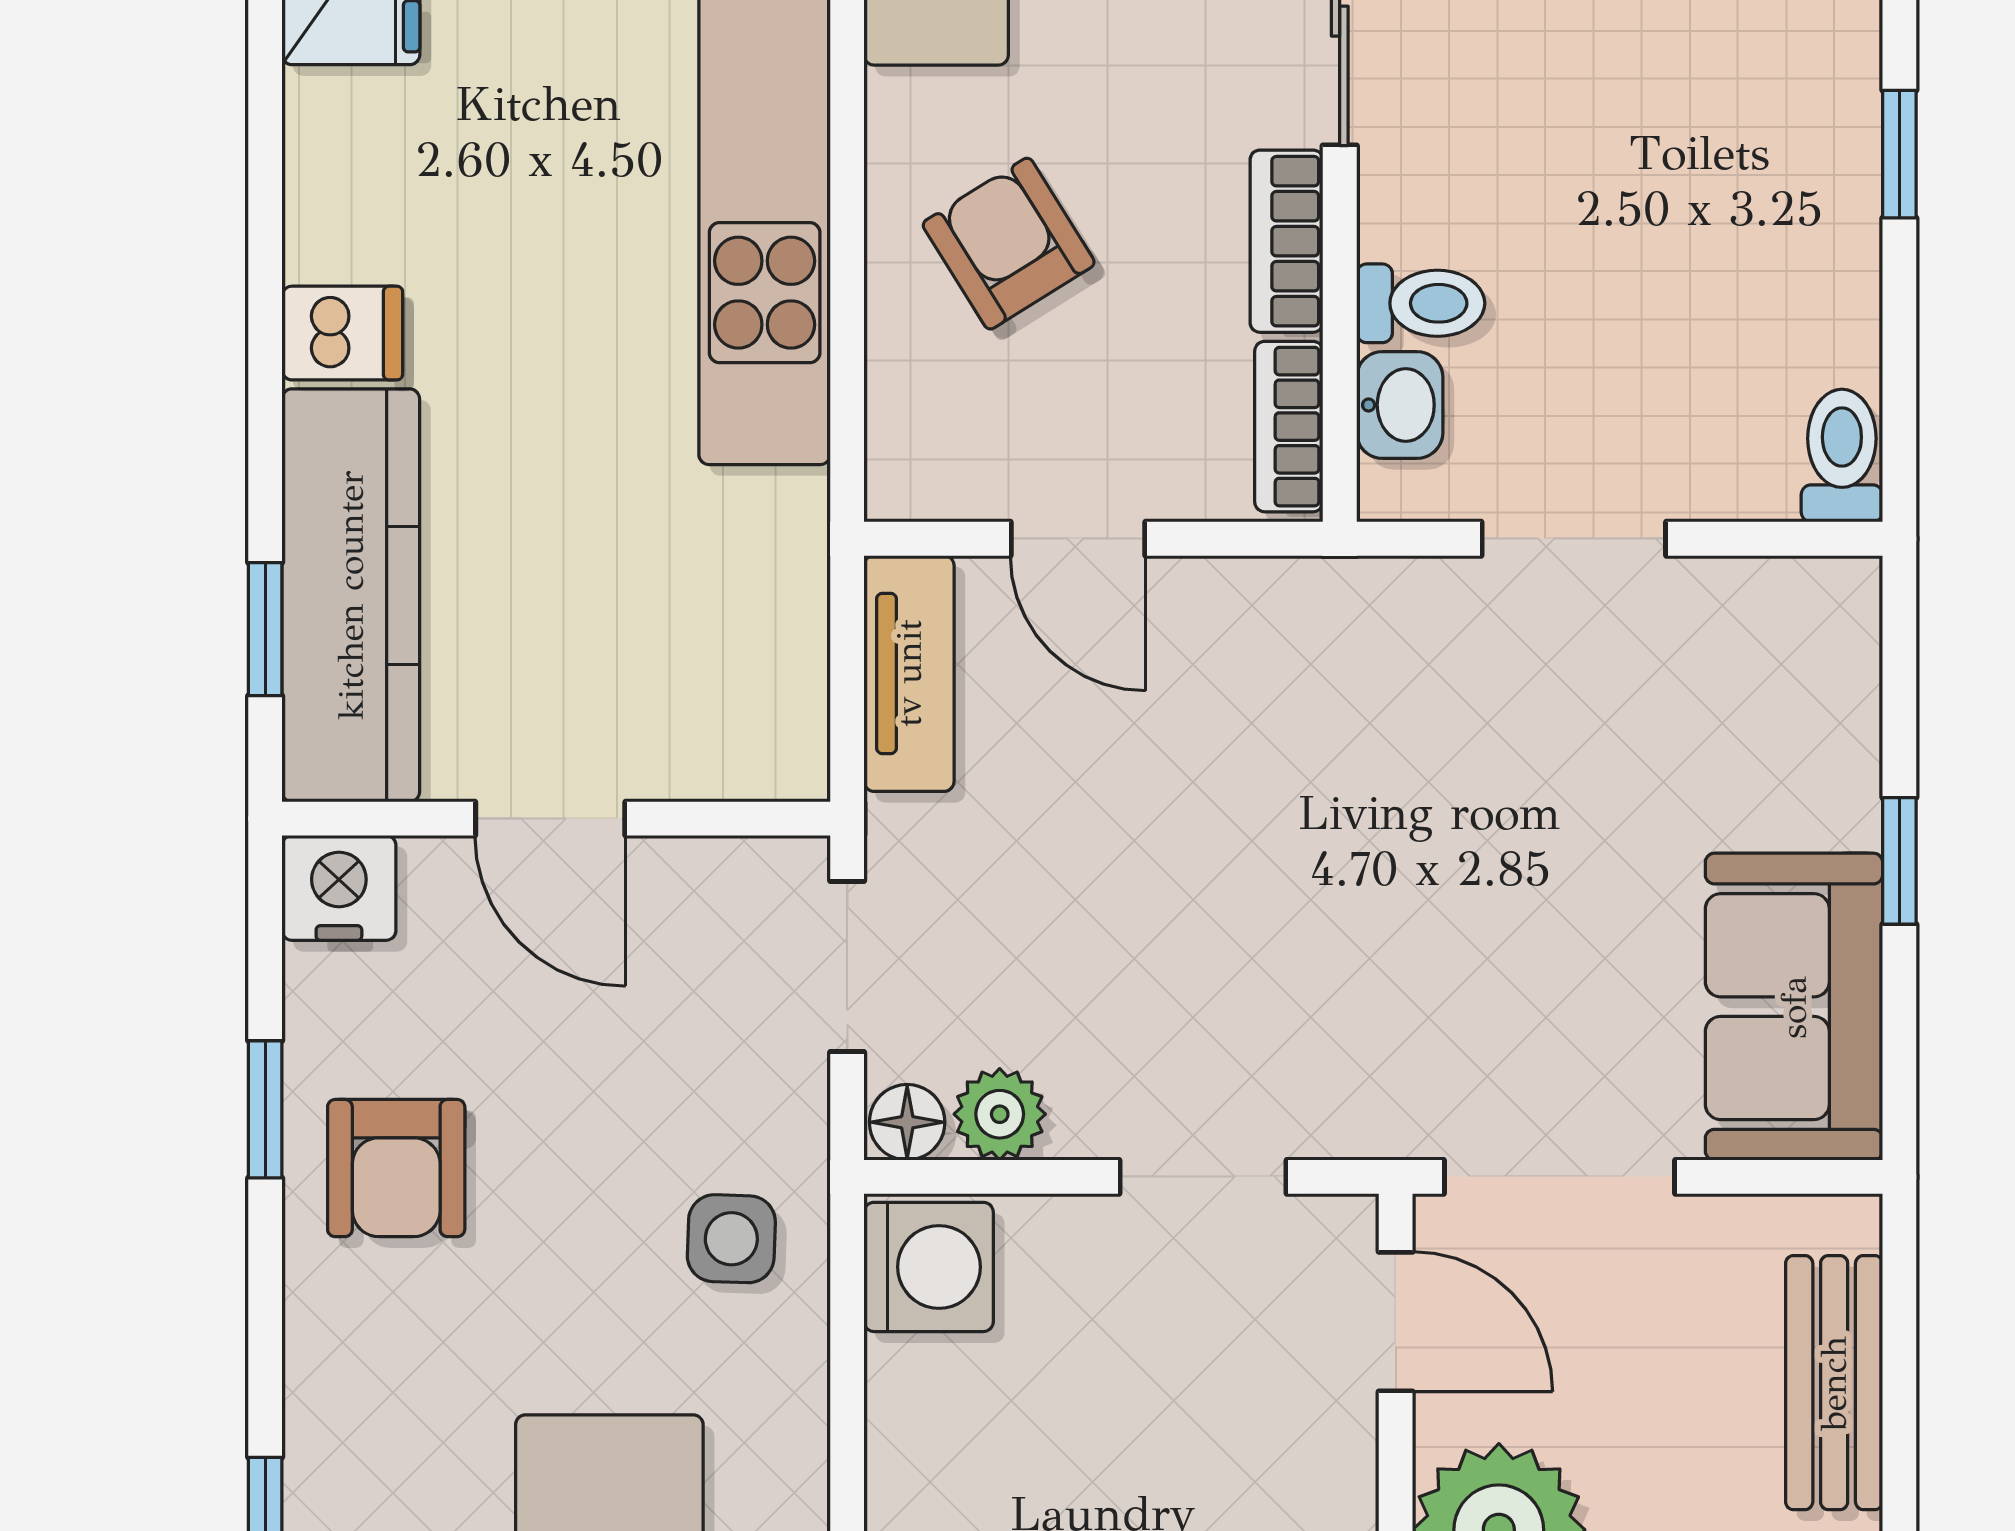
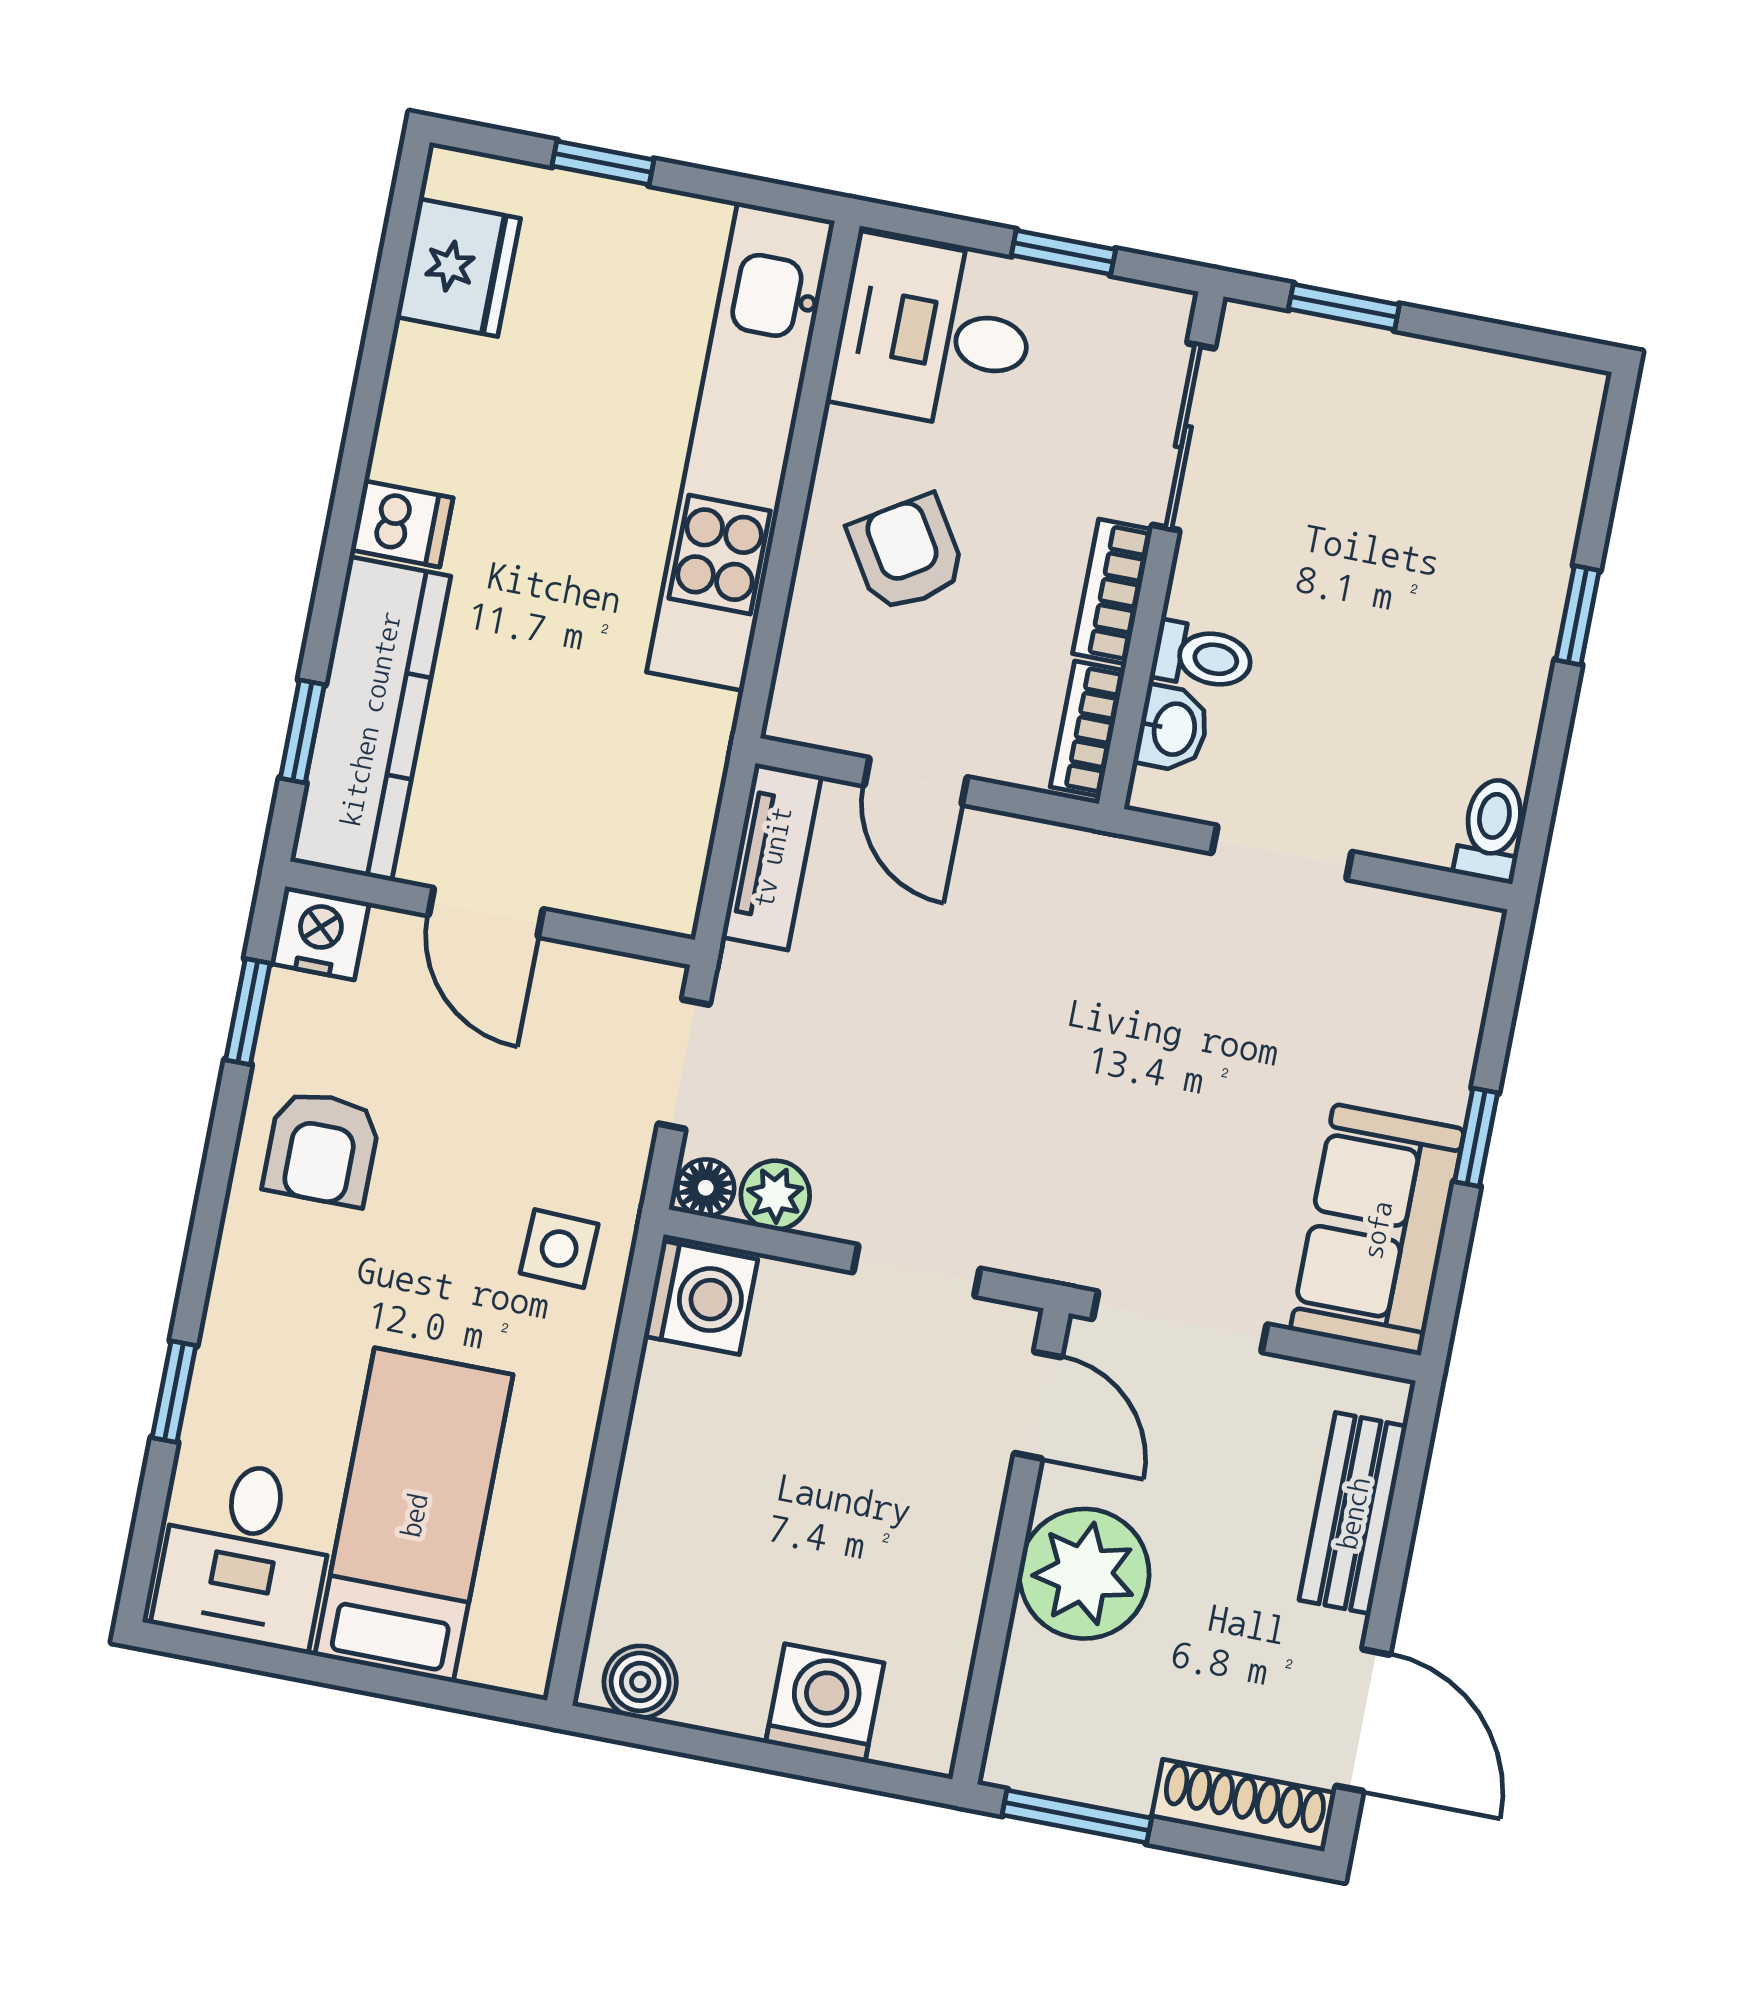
window: (265, 1109) -> (248, 1012), moved

